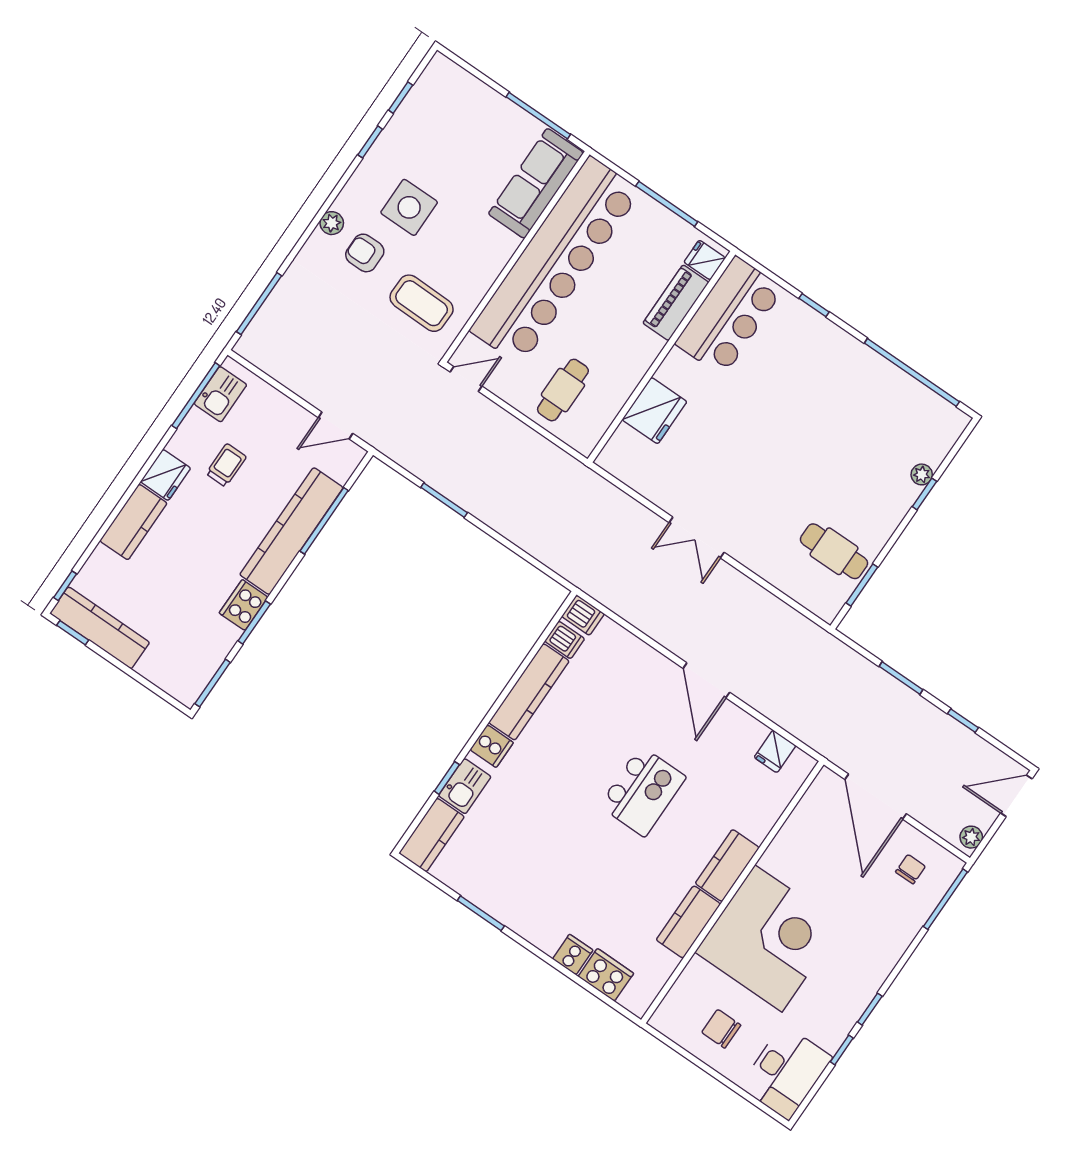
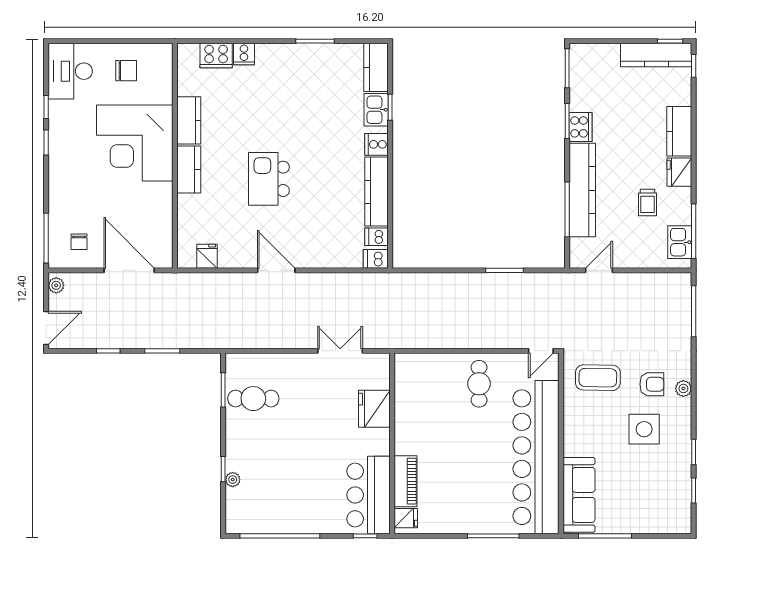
fridge: (705, 260) -> (406, 518), moved
piano: (676, 303) -> (406, 481), moved
bar counter: (729, 316) -> (368, 495), moved
wall: (661, 357) -> (392, 443), moved
fridge: (654, 411) -> (374, 409), moved

